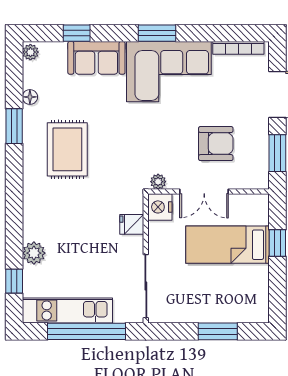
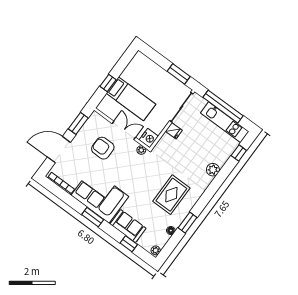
fridge: (132, 224) -> (174, 131), moved
plant: (34, 253) -> (213, 170), moved
window: (218, 331) -> (179, 74), moved

